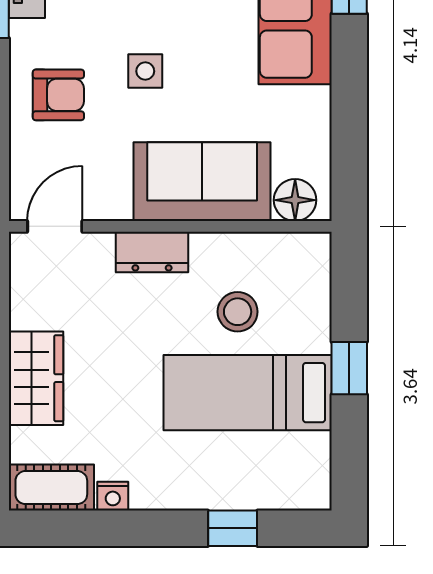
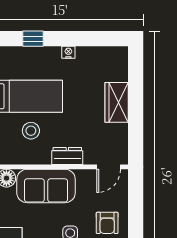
armchair: (58, 95) -> (107, 223), turned -90
cot: (51, 488) -> (110, 56), removed
nightstand: (113, 496) -> (68, 52), moved

